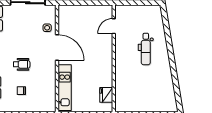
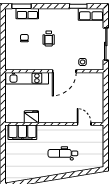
filing cabinet: (123, 93) -> (22, 132), added
fridge: (106, 95) -> (31, 117), moved

